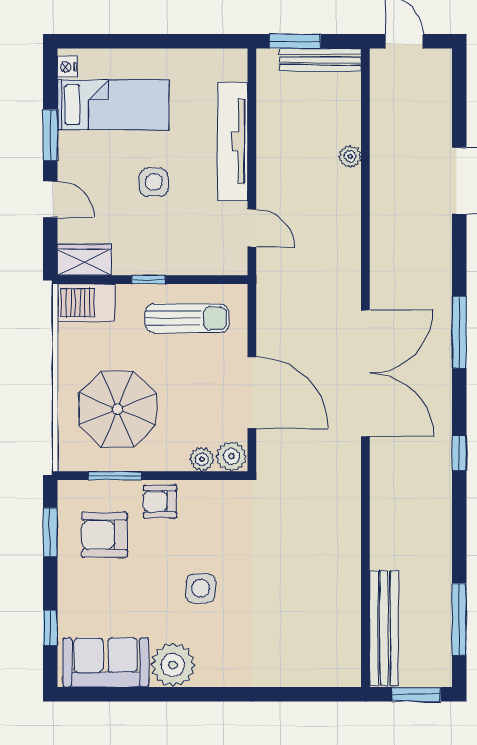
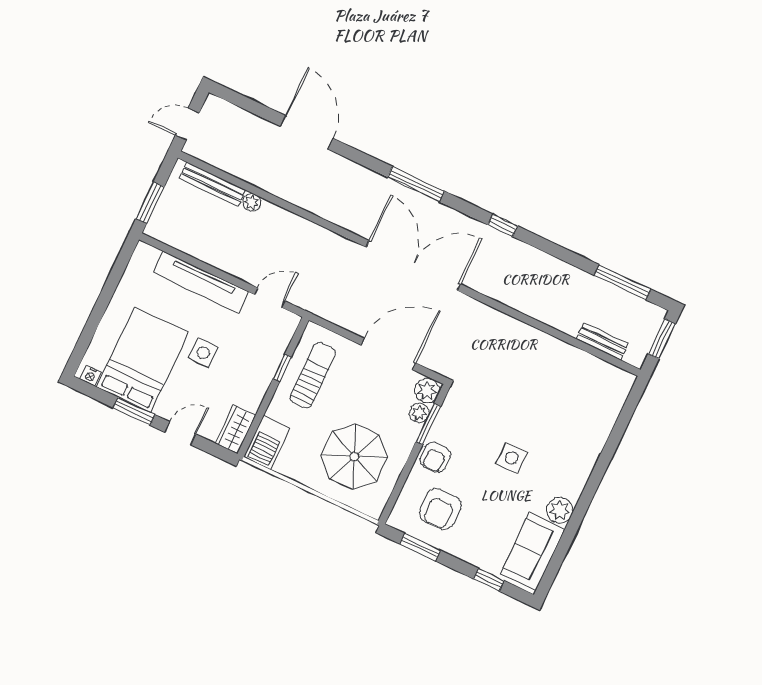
bench: (320, 60) -> (213, 184), moved, turned 90
bed: (113, 105) -> (142, 360), width x1.50
window: (148, 280) -> (282, 368), moved
window: (115, 476) -> (428, 424), moved
bench: (384, 628) -> (602, 341), width x0.54, depth x0.82
plant: (173, 665) -> (560, 510), width x0.73, depth x0.73

